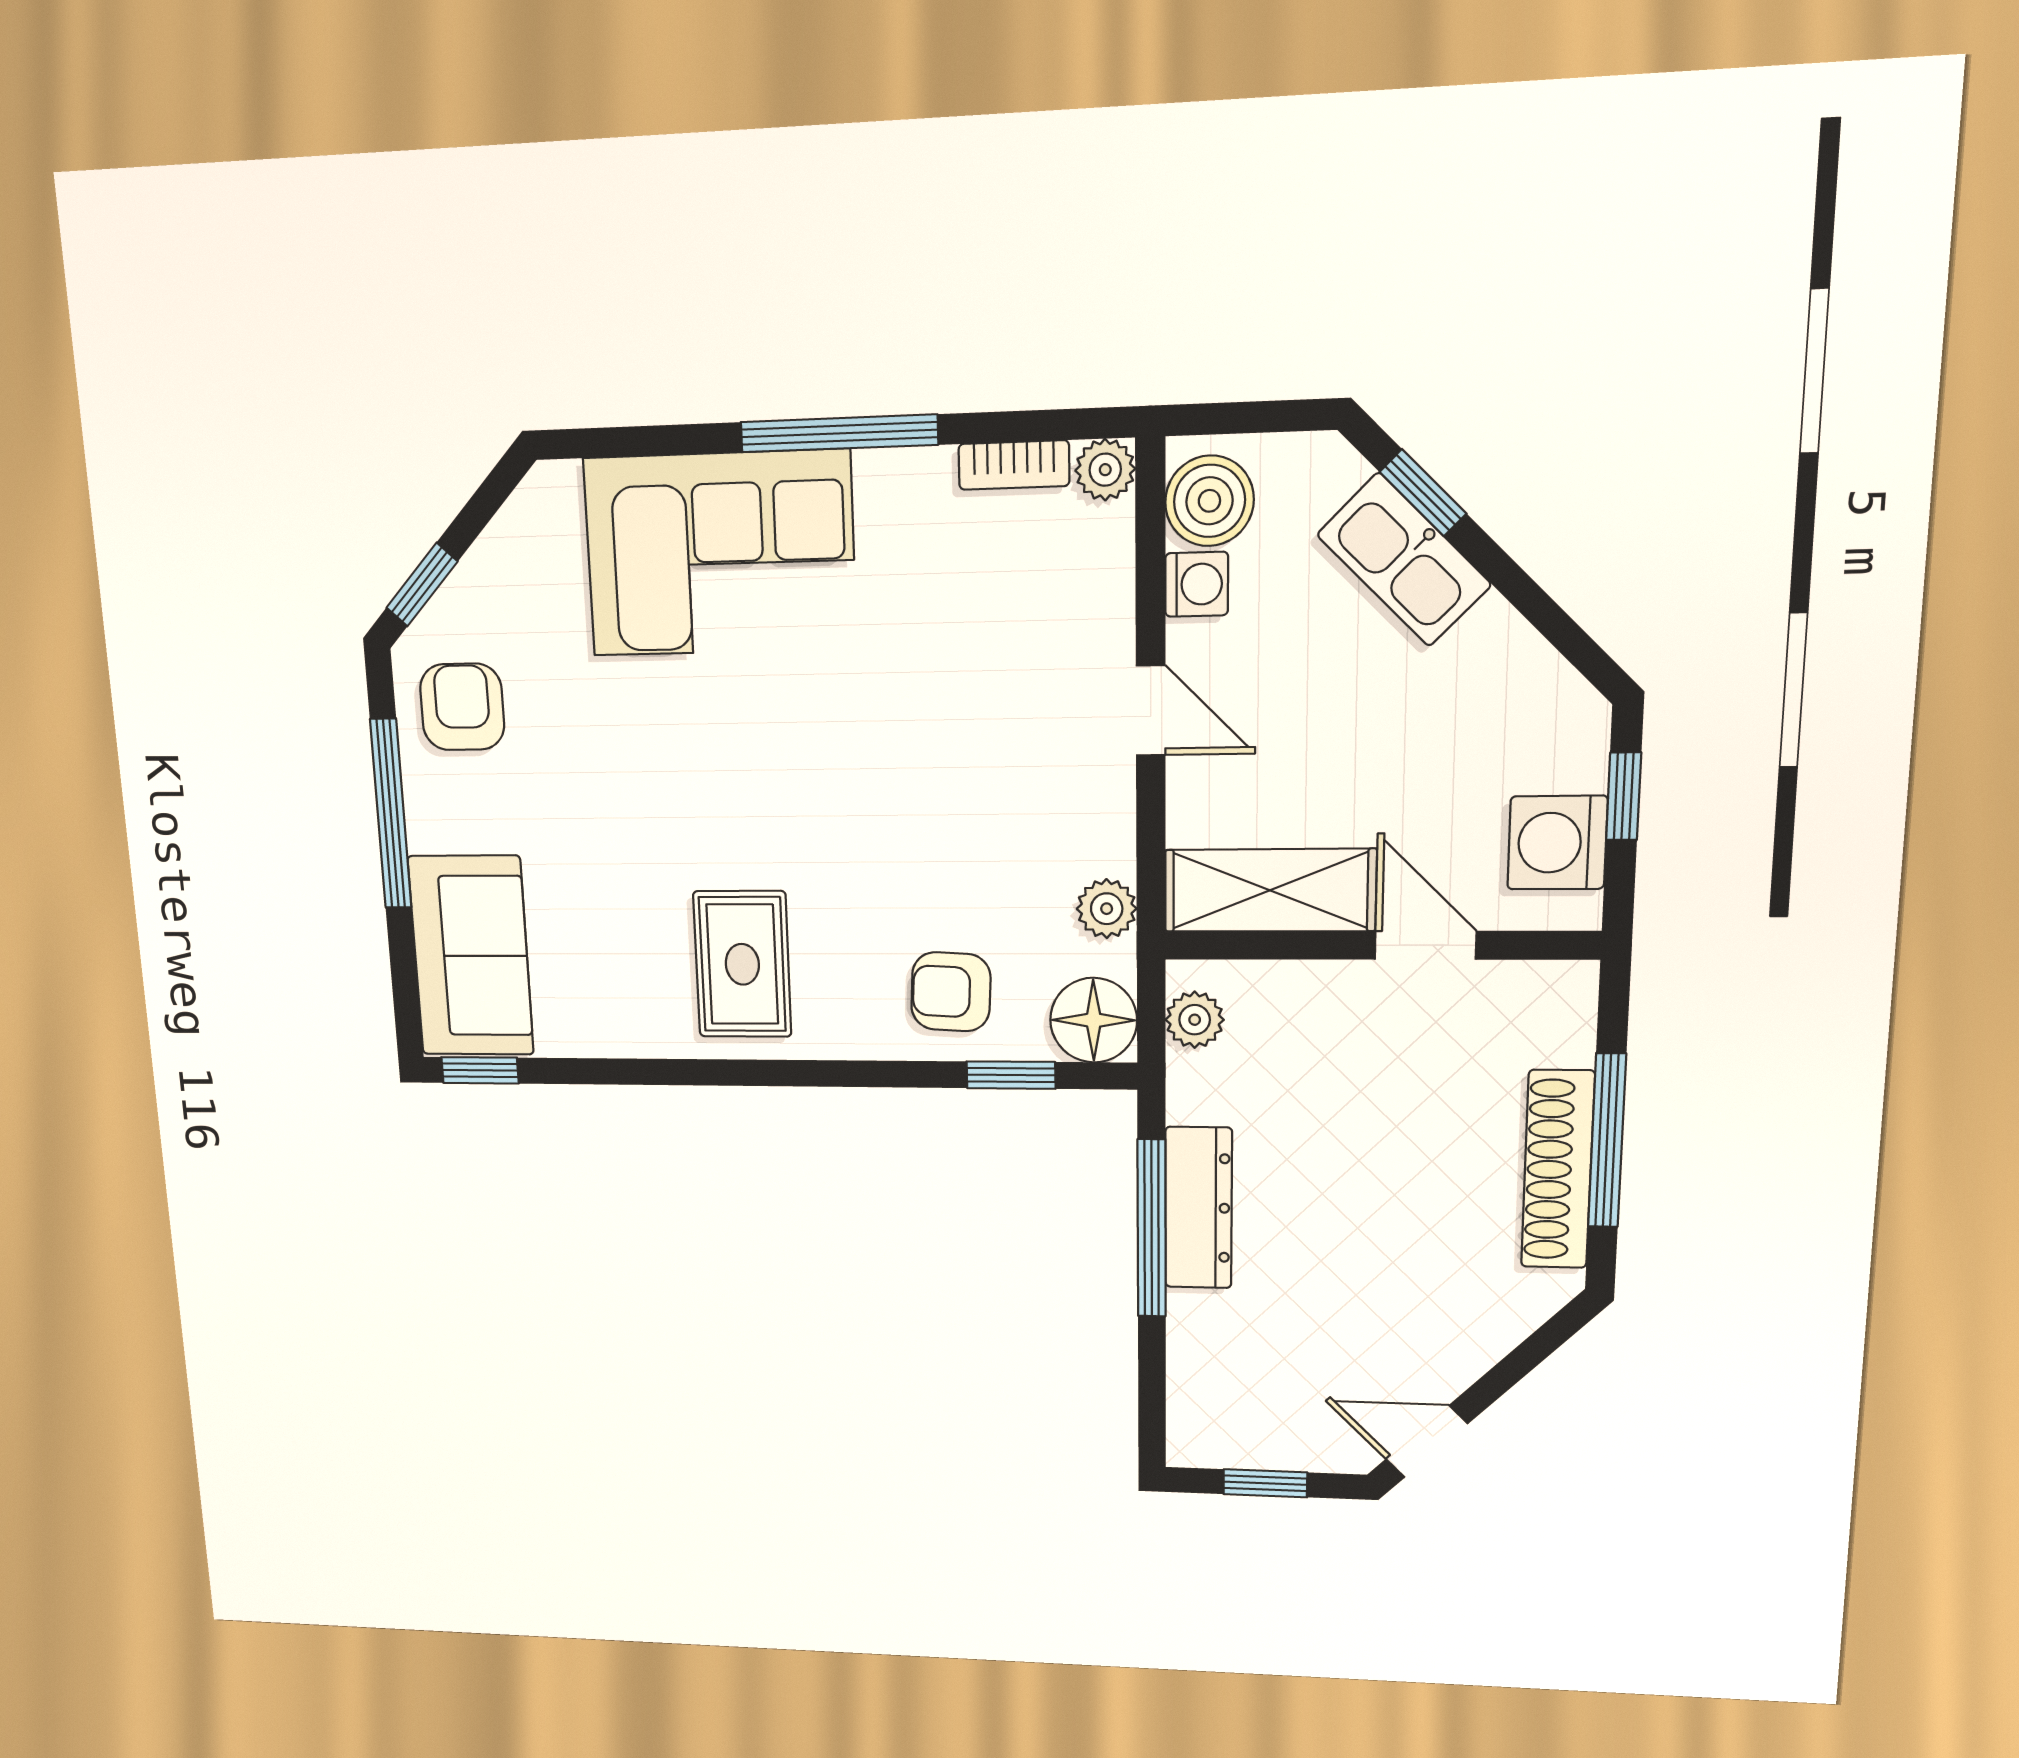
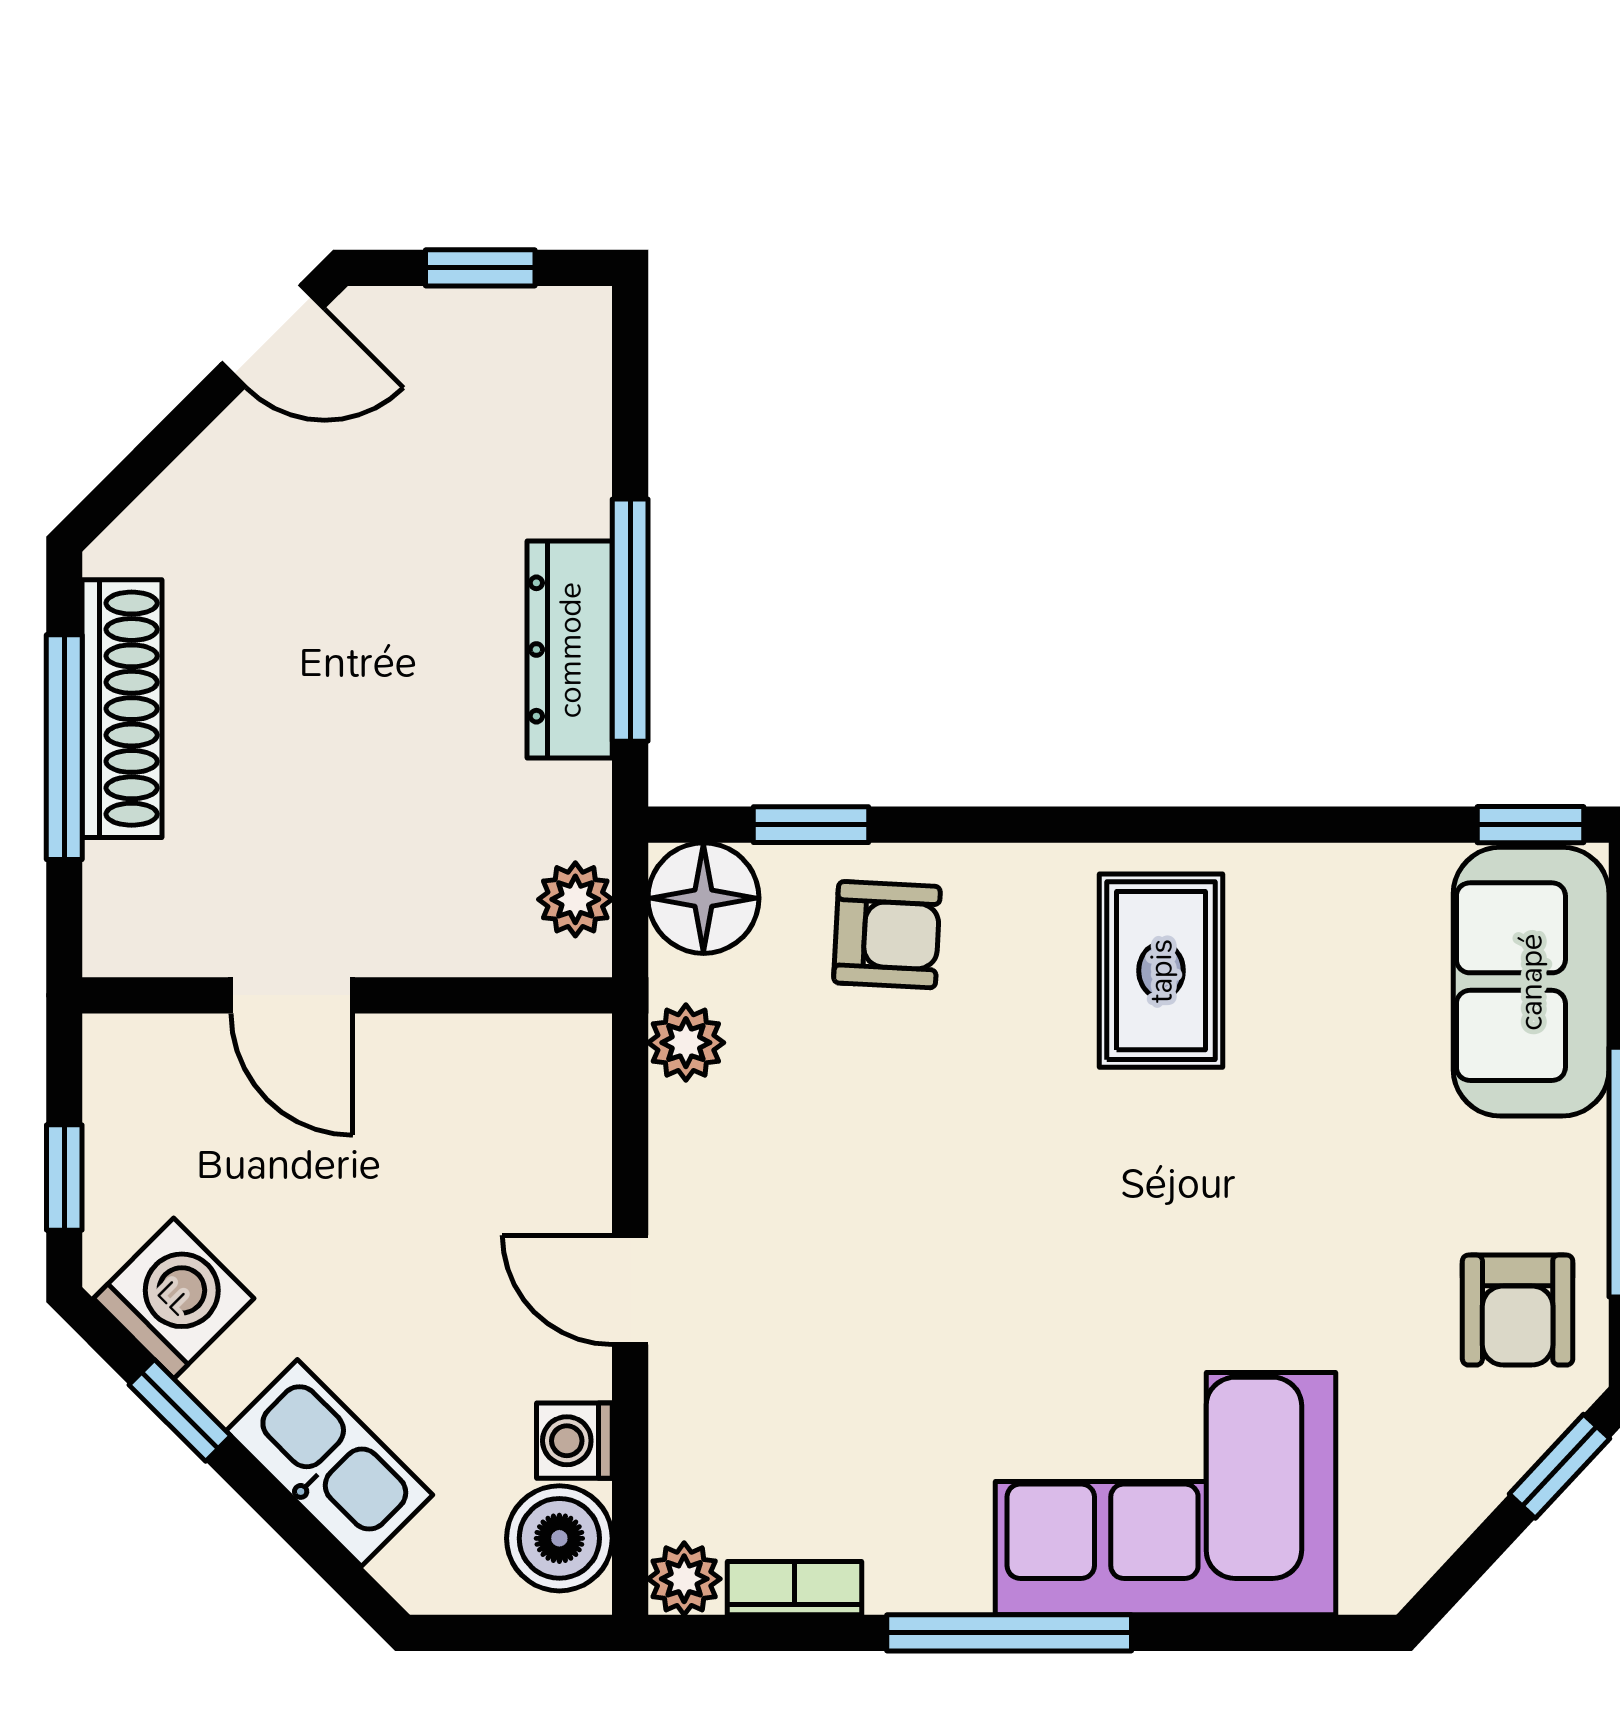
window: (1423, 493) -> (180, 1410), moved
washing machine: (1557, 843) -> (174, 1298), moved, turned -45
shelving: (1270, 890) -> (483, 1065), removed

